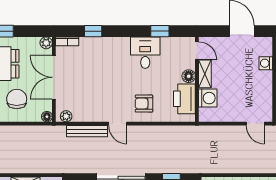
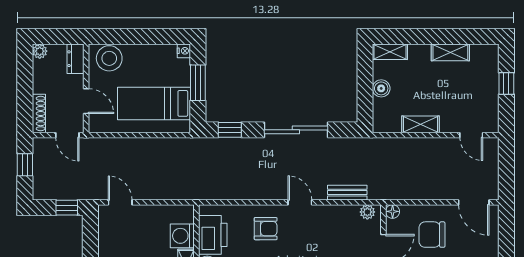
chair: (17, 99) -> (432, 235), turned 90
bench: (87, 131) -> (347, 193), width x0.73

